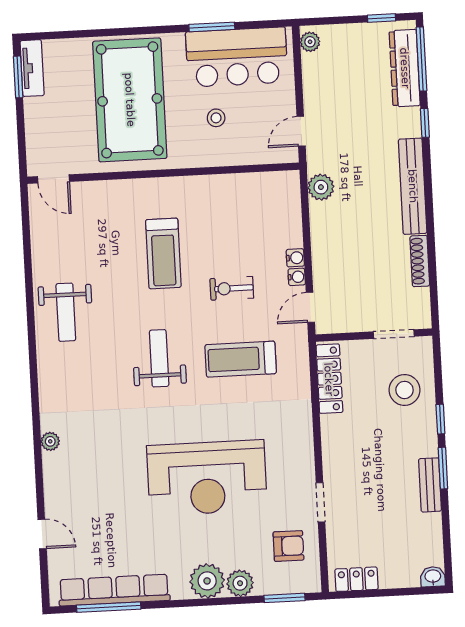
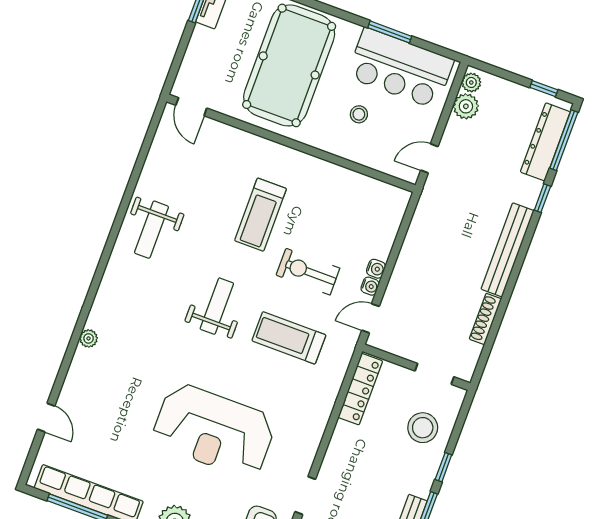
plant: (321, 187) -> (466, 106), moved
exercise bike: (232, 288) -> (308, 272), width x1.38, depth x1.39

